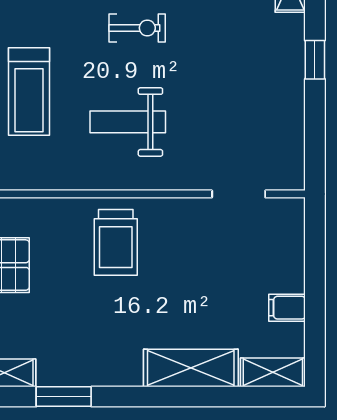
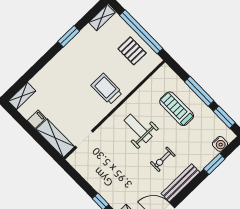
weight bench: (128, 122) -> (138, 128), turned -90
shelving: (191, 368) -> (55, 138), moved, turned 90
window: (64, 397) -> (69, 36), moved

